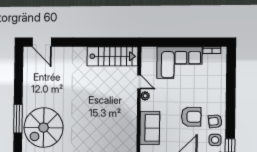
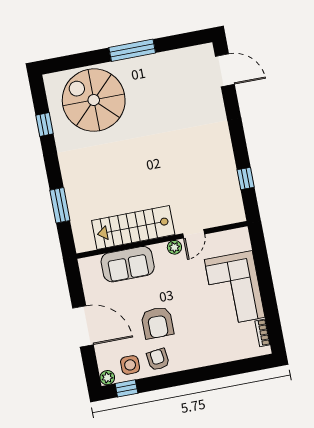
door: (42, 42) -> (225, 70), swing flipped
window: (111, 42) -> (246, 178), added
stairs: (112, 56) -> (133, 227), moved, turned 90
window: (18, 119) -> (132, 50), moved

